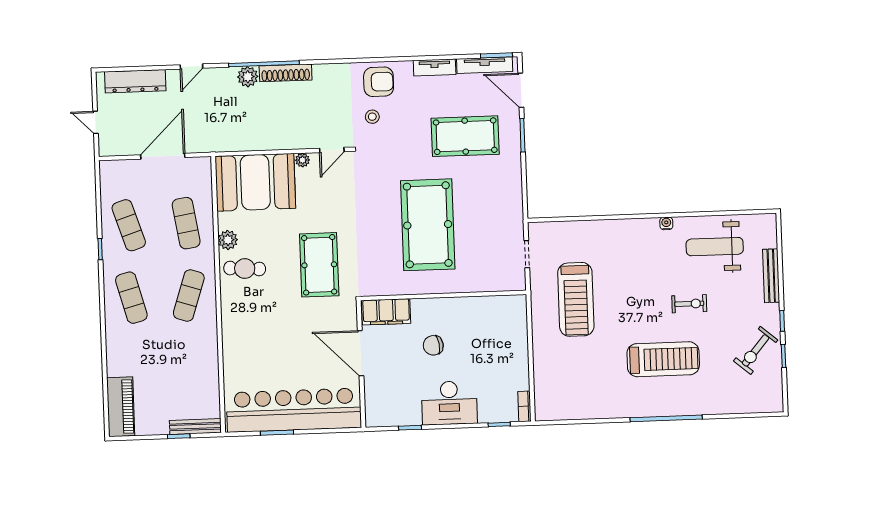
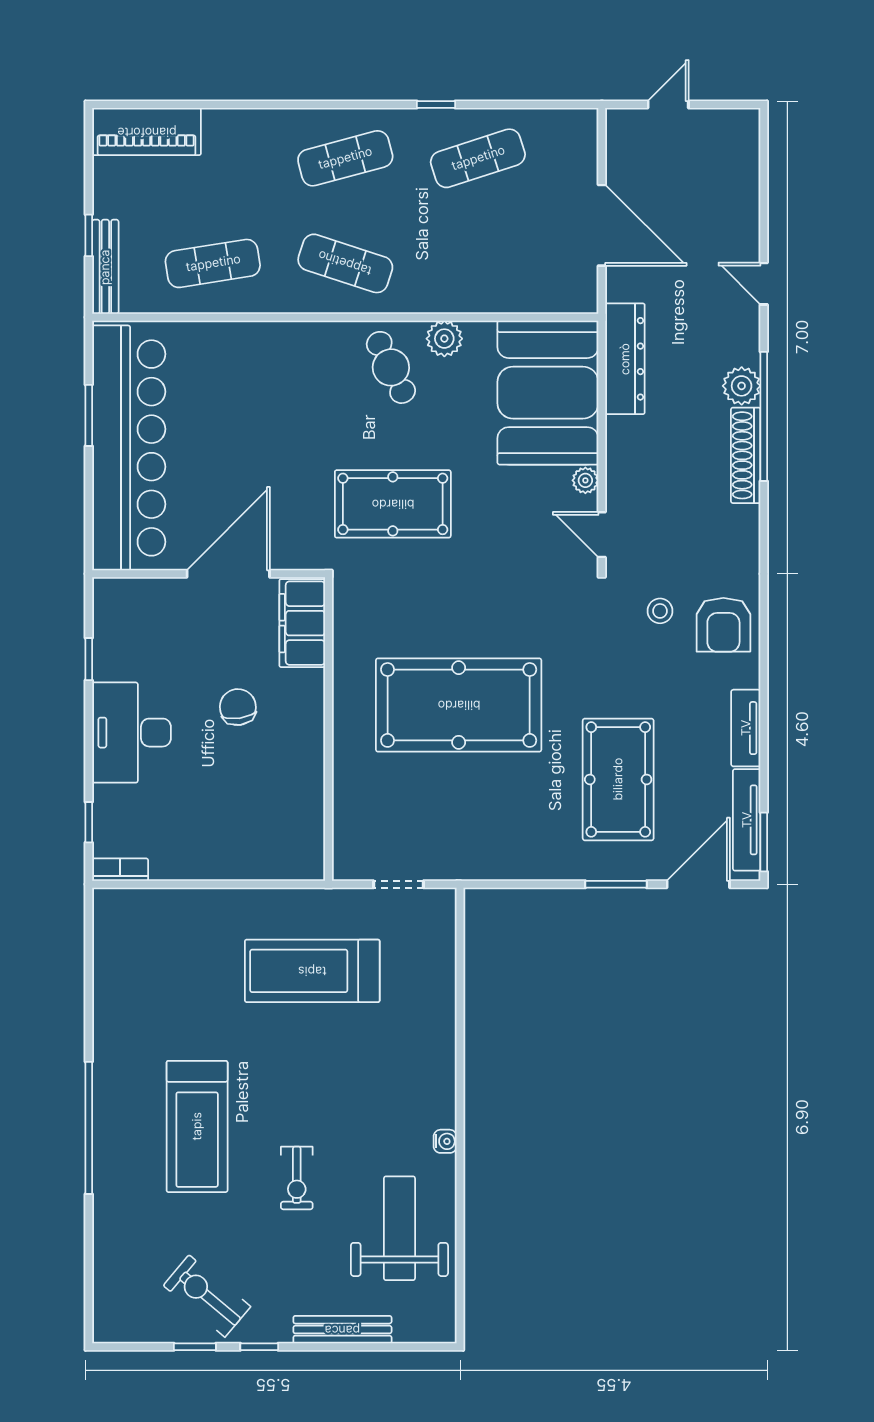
dresser: (135, 81) -> (625, 359), moved, turned 180
exercise mat: (186, 223) -> (213, 263), moved
cafe table: (245, 269) -> (391, 367), turned -30

